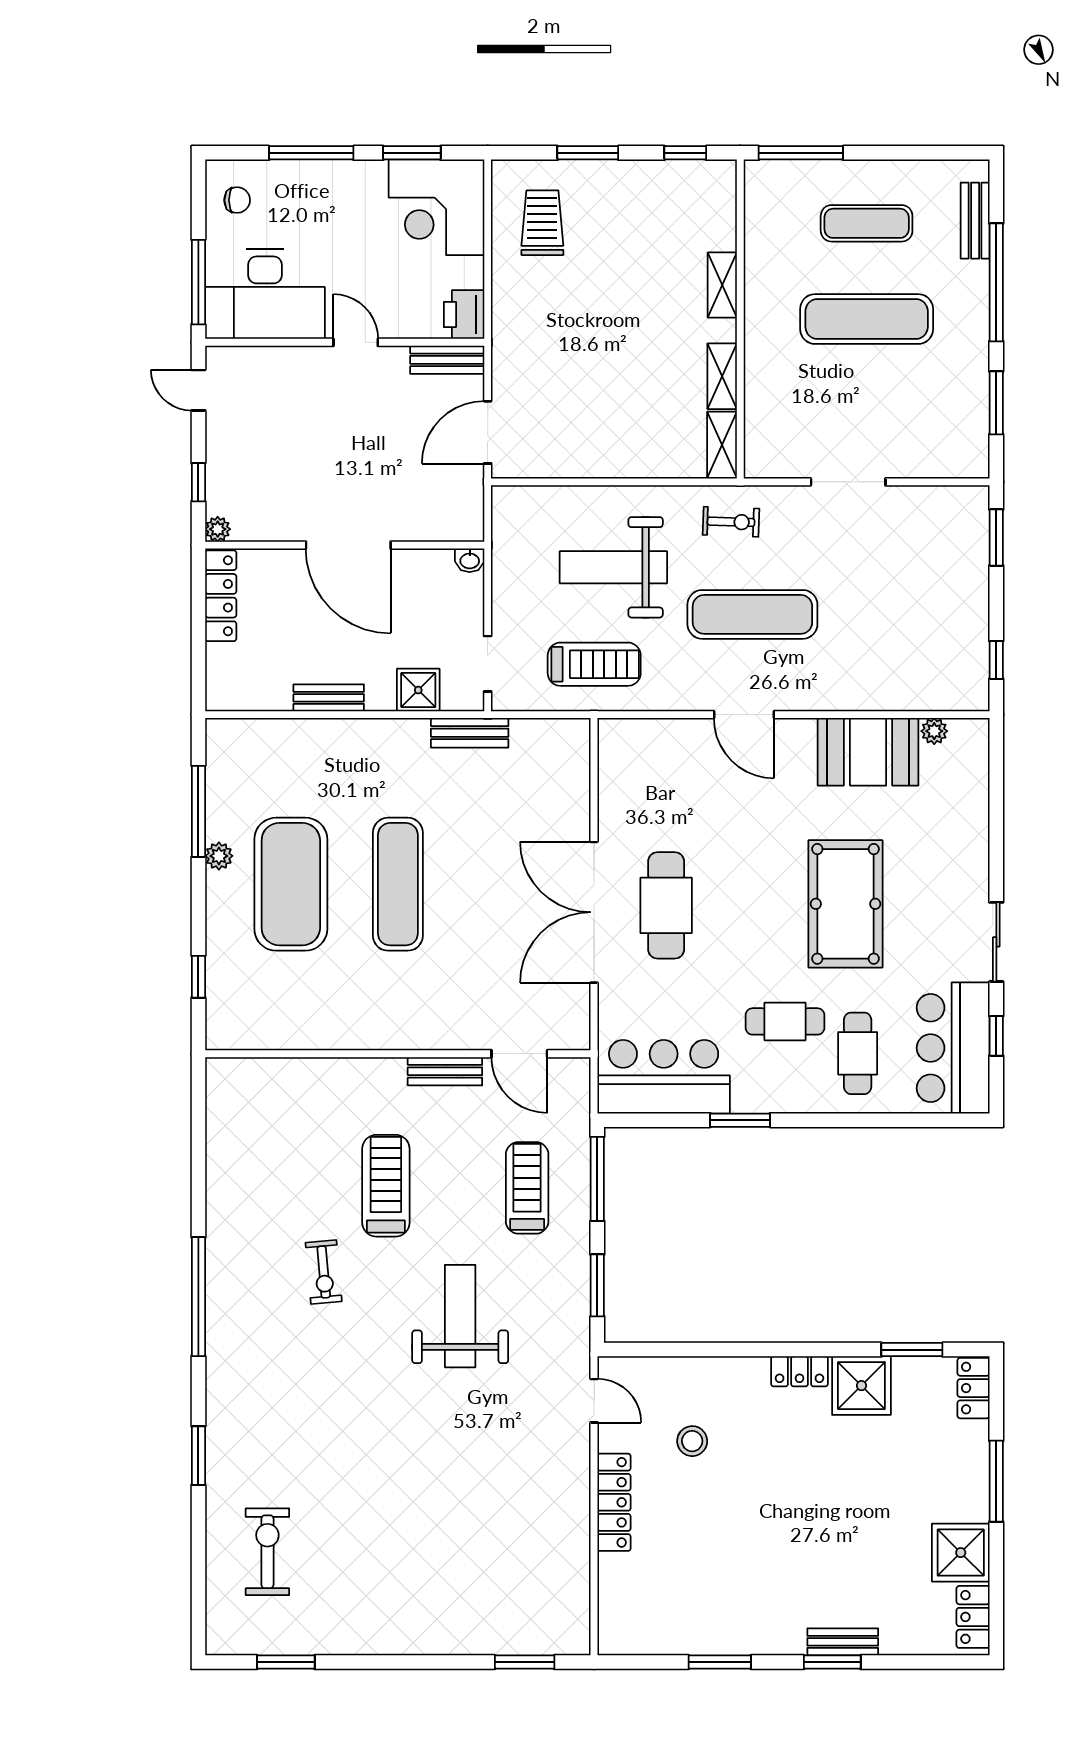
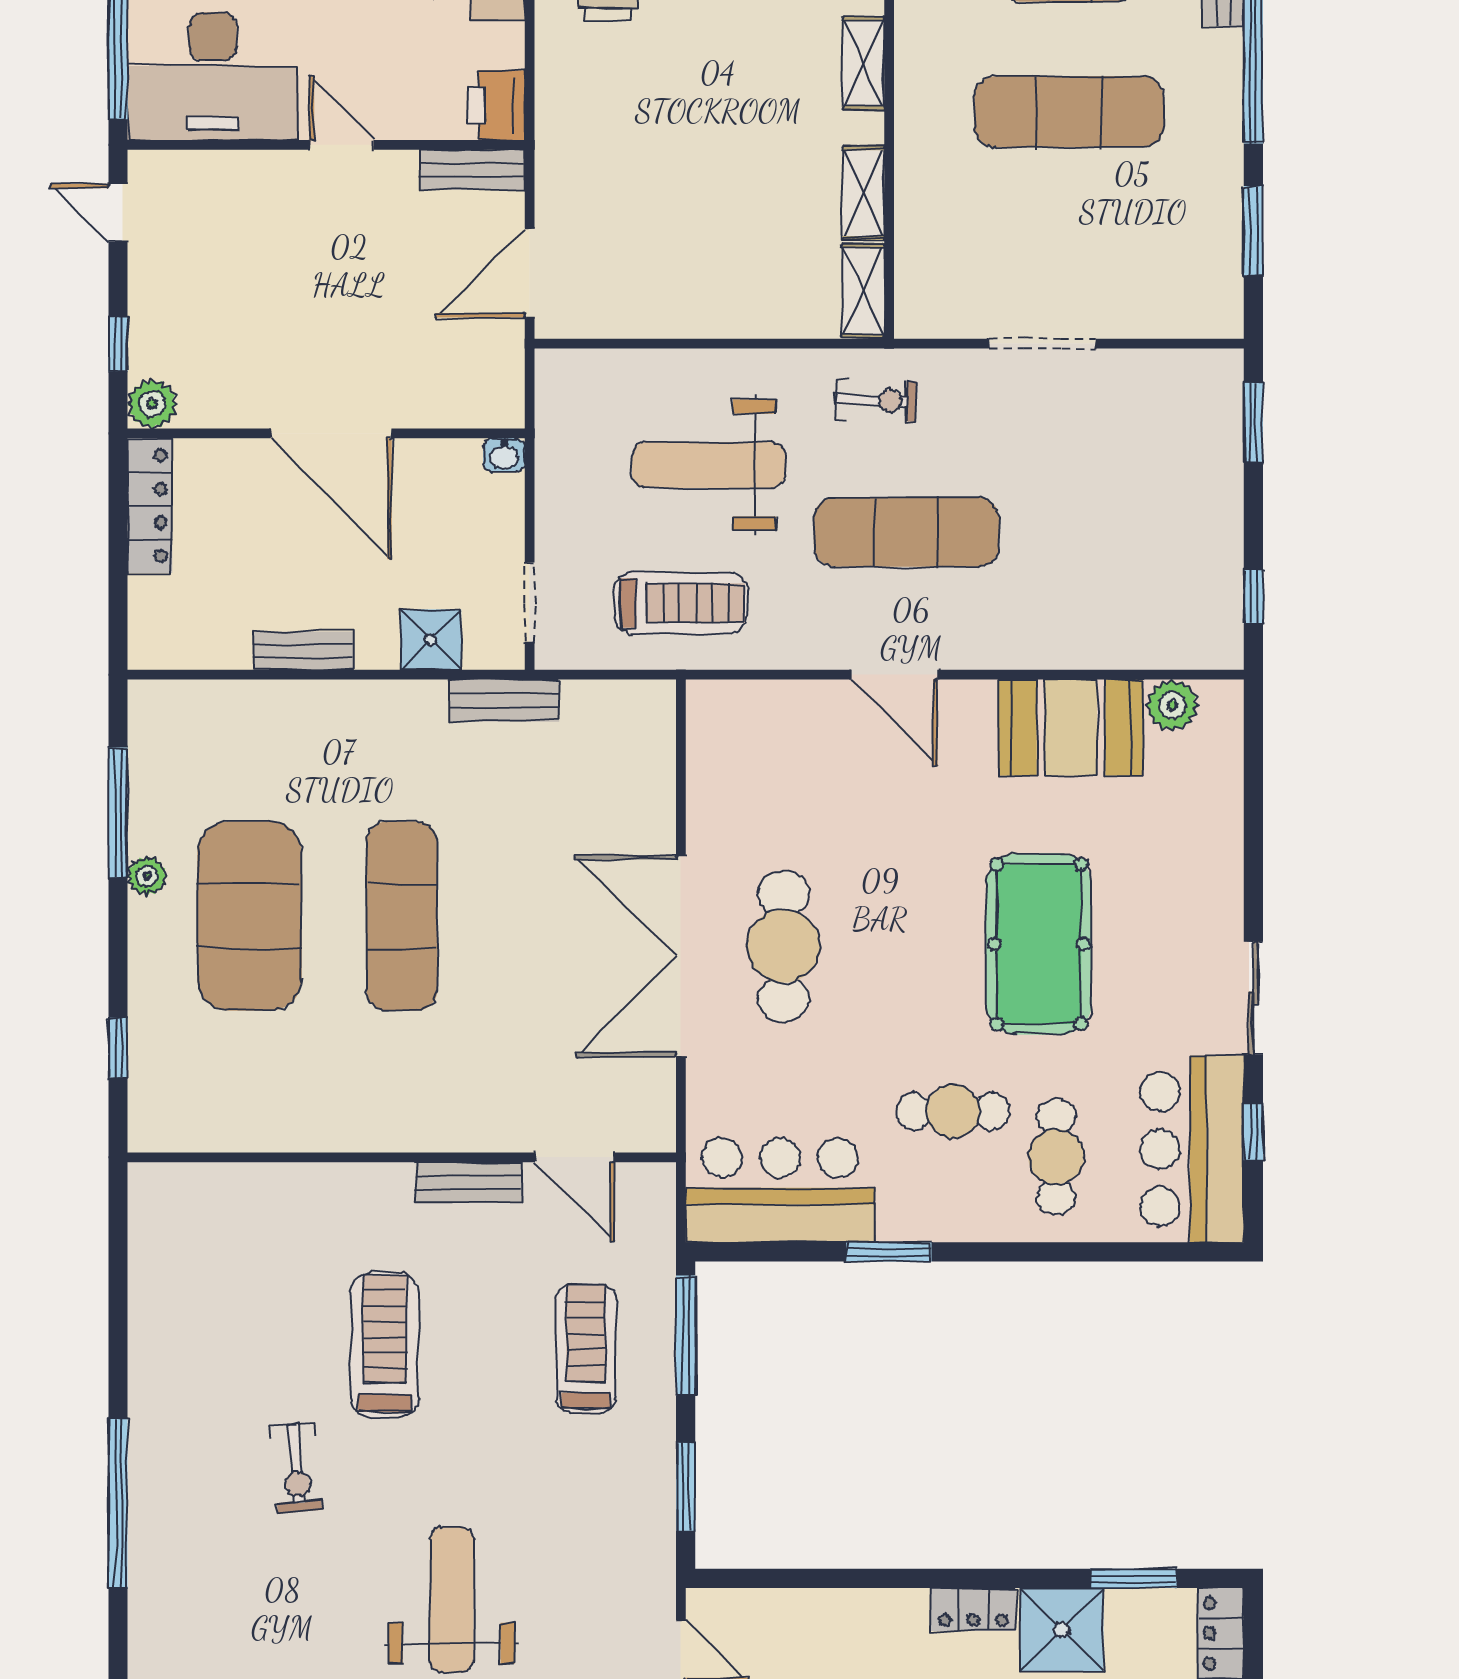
plant: (218, 529) -> (152, 404), width x1.38, depth x1.38
plant: (934, 731) -> (1172, 705), width x1.38, depth x1.38
weight bench: (460, 1316) -> (452, 1600), moved

